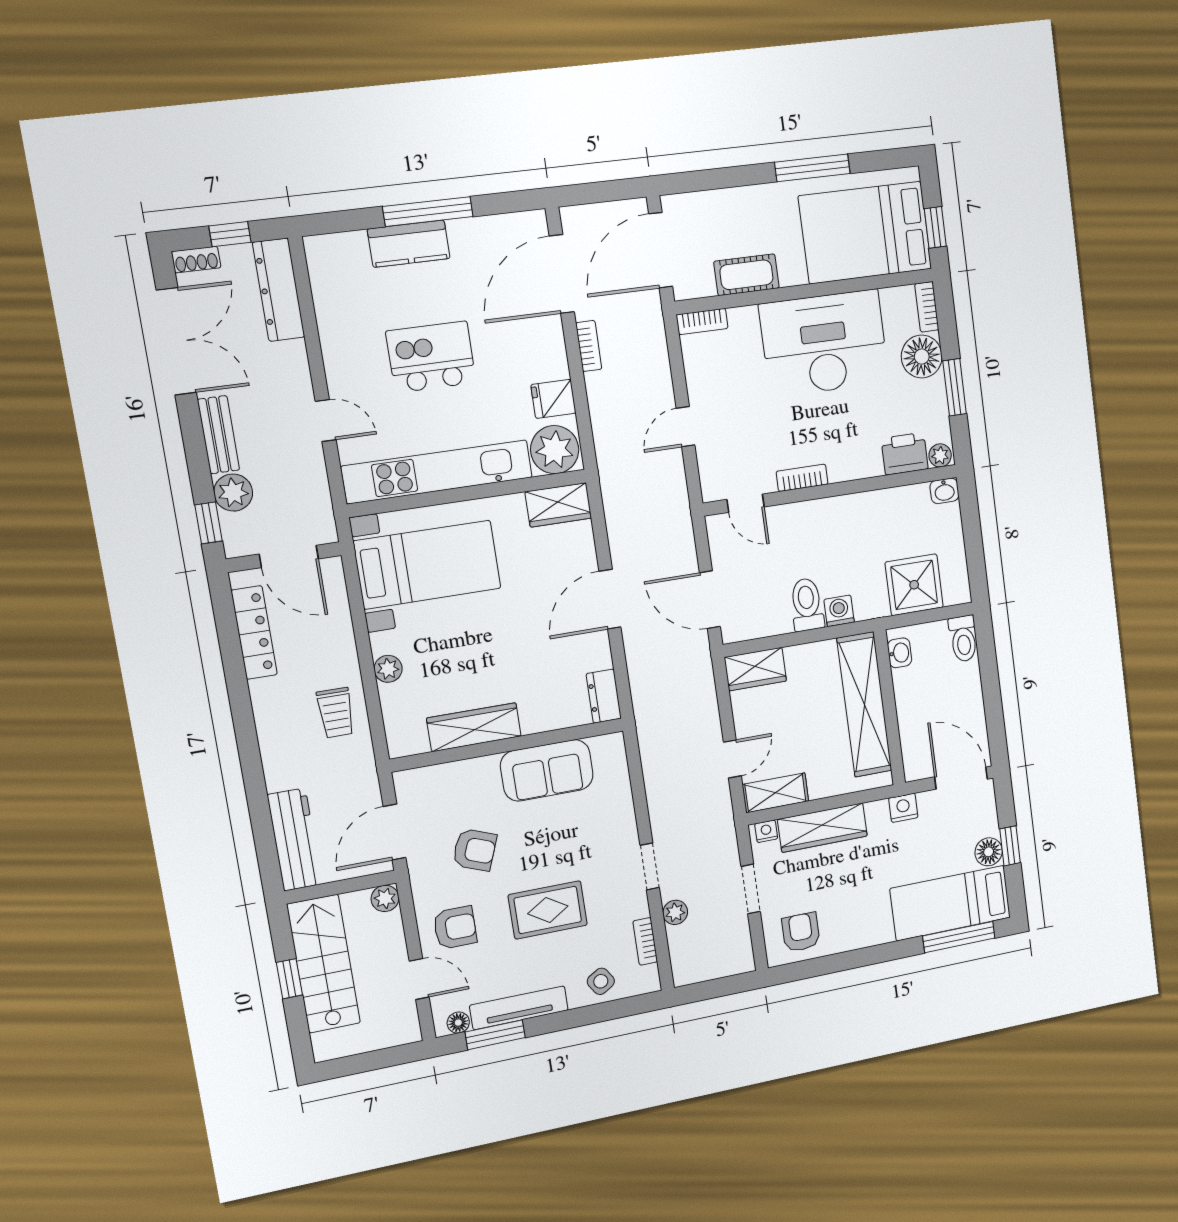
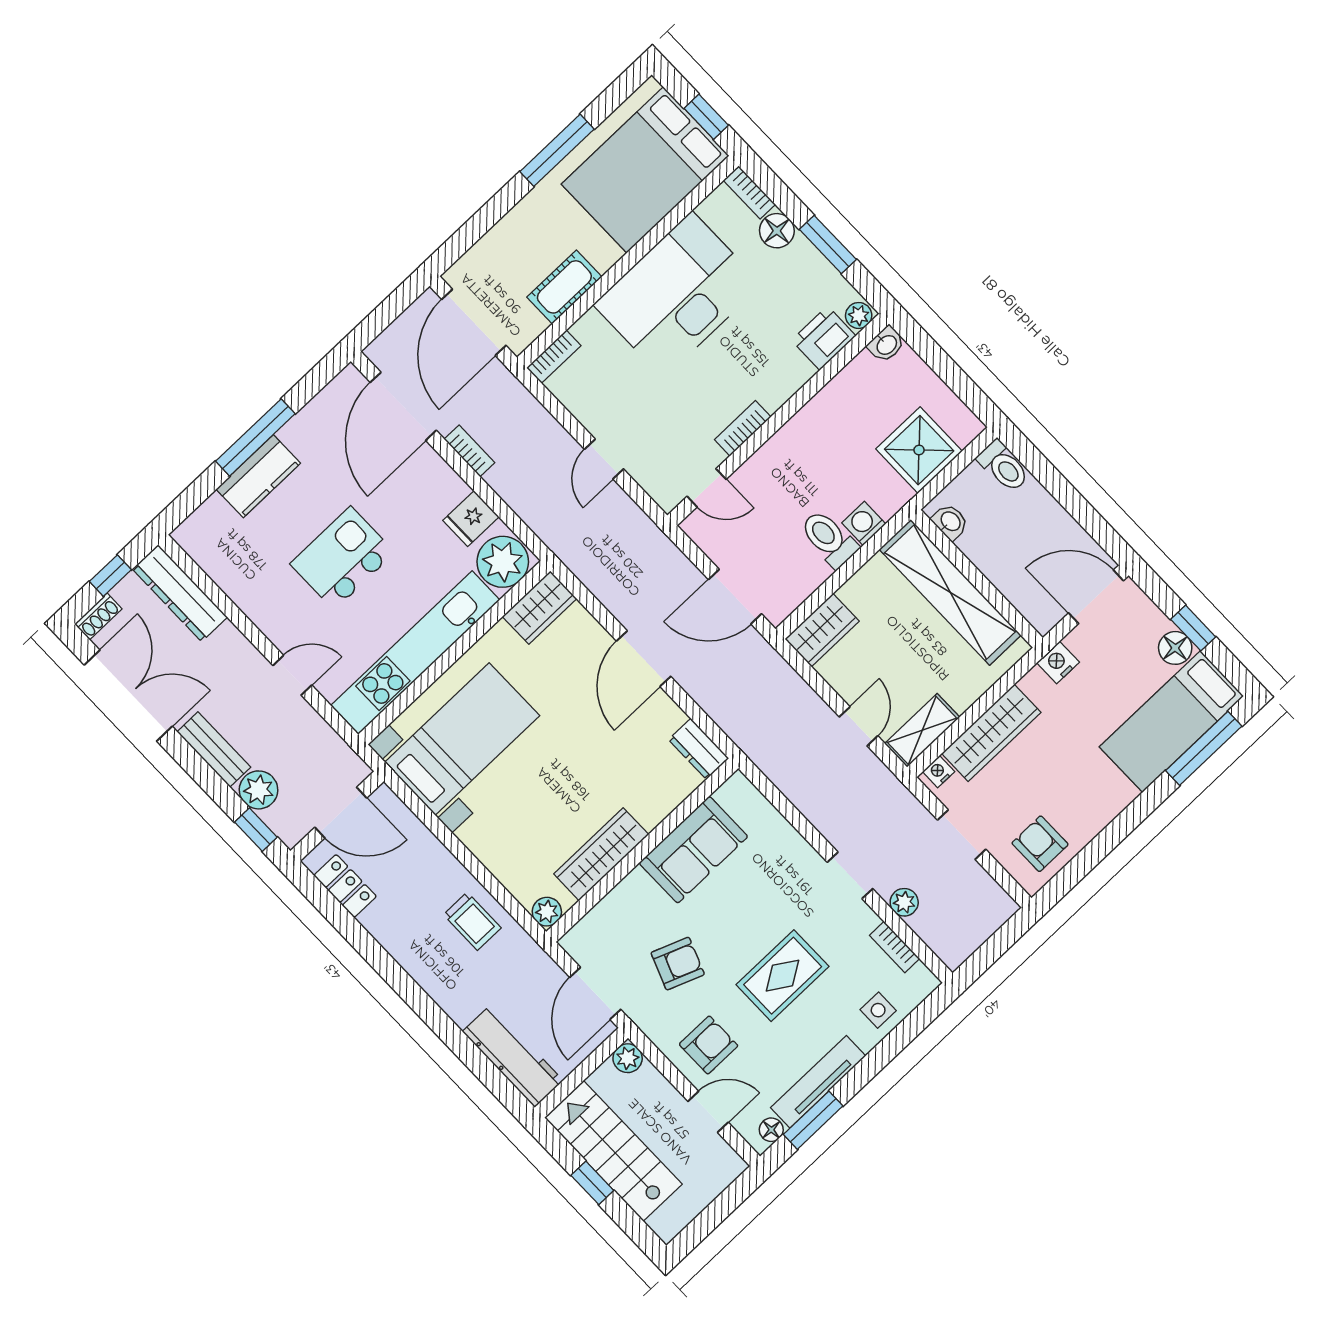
floor lamp: (922, 357) -> (777, 231), width x0.73, depth x0.73
locker: (254, 632) -> (345, 886), width x0.66
plant: (388, 669) -> (547, 912), moved
side table: (601, 981) -> (878, 1010), turned 32

